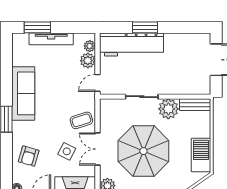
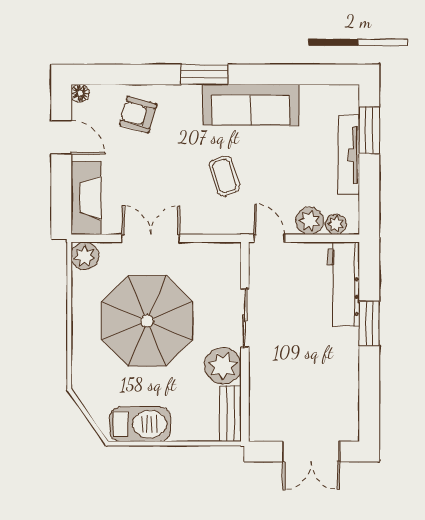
workbench: (132, 45) -> (344, 284), width x0.73, depth x0.76
coffee table: (81, 120) -> (224, 176), moved
side table: (67, 151) -> (147, 183), removed

